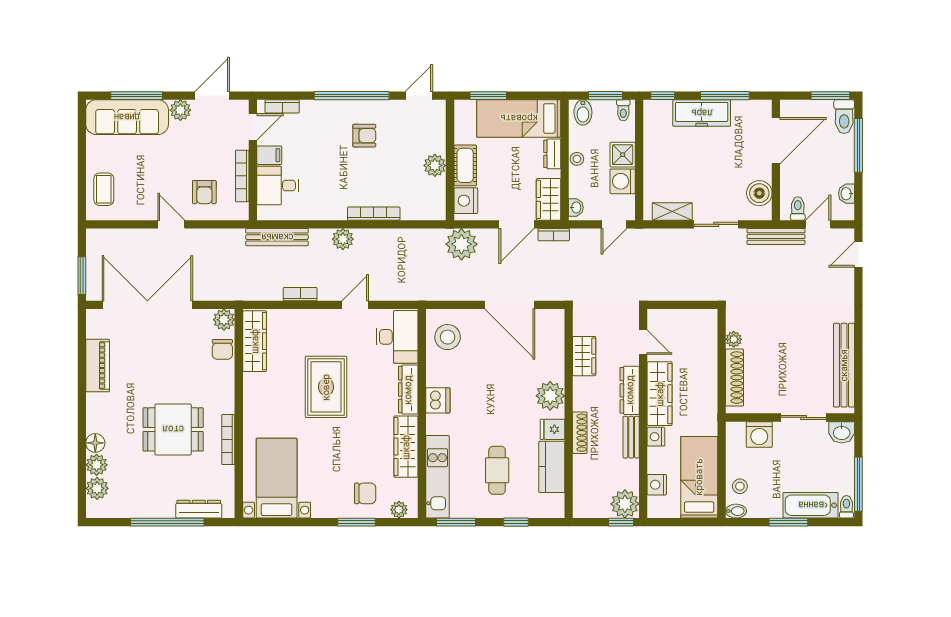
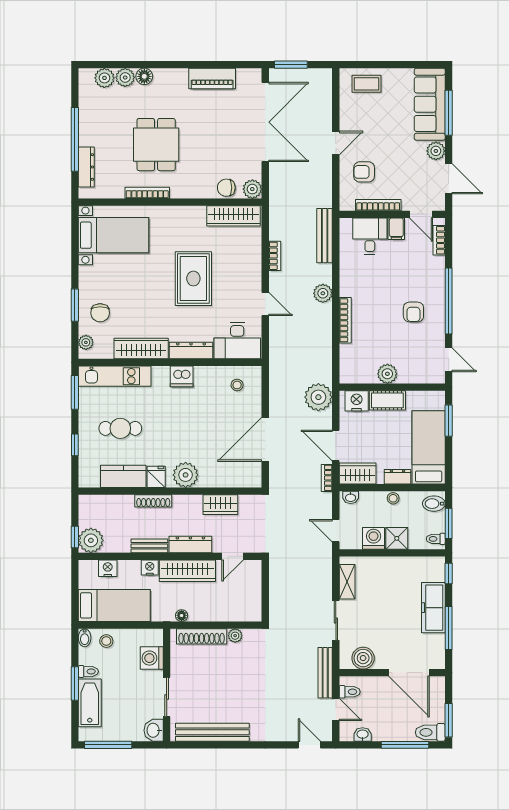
stool: (448, 337) -> (237, 385), width x0.53, depth x0.53
rug: (326, 387) -> (193, 279), turned 90
floor lamp: (711, 400) -> (182, 616), added
toilet: (846, 507) -> (88, 671), moved

